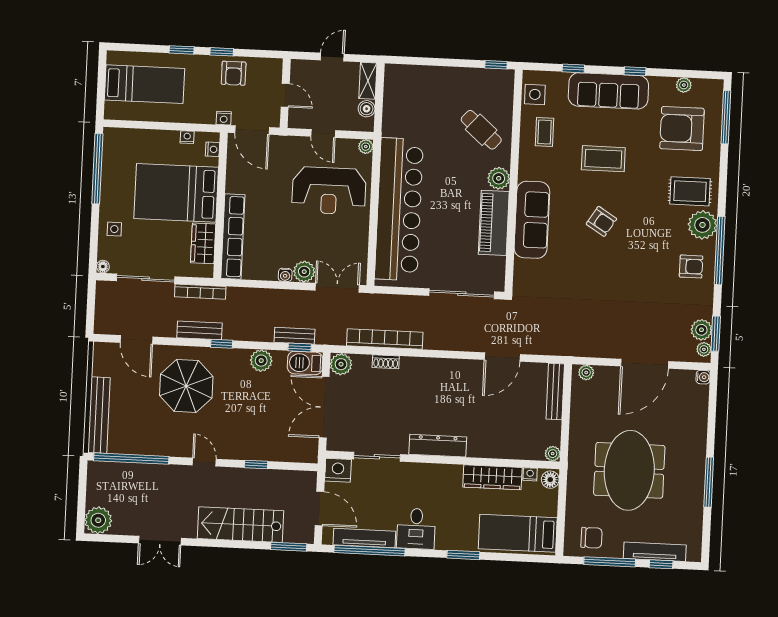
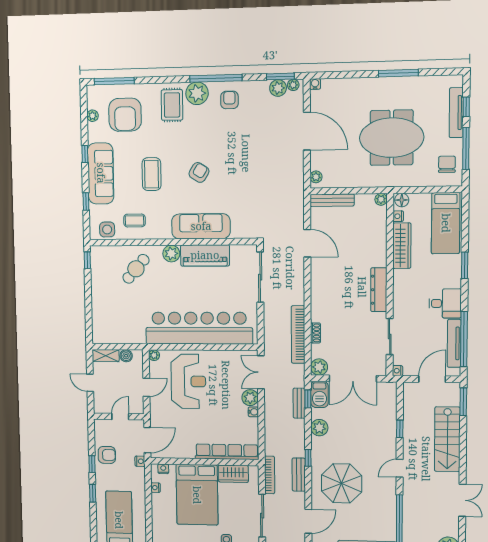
nightstand: (338, 470) -> (398, 371), width x0.53, depth x0.56

